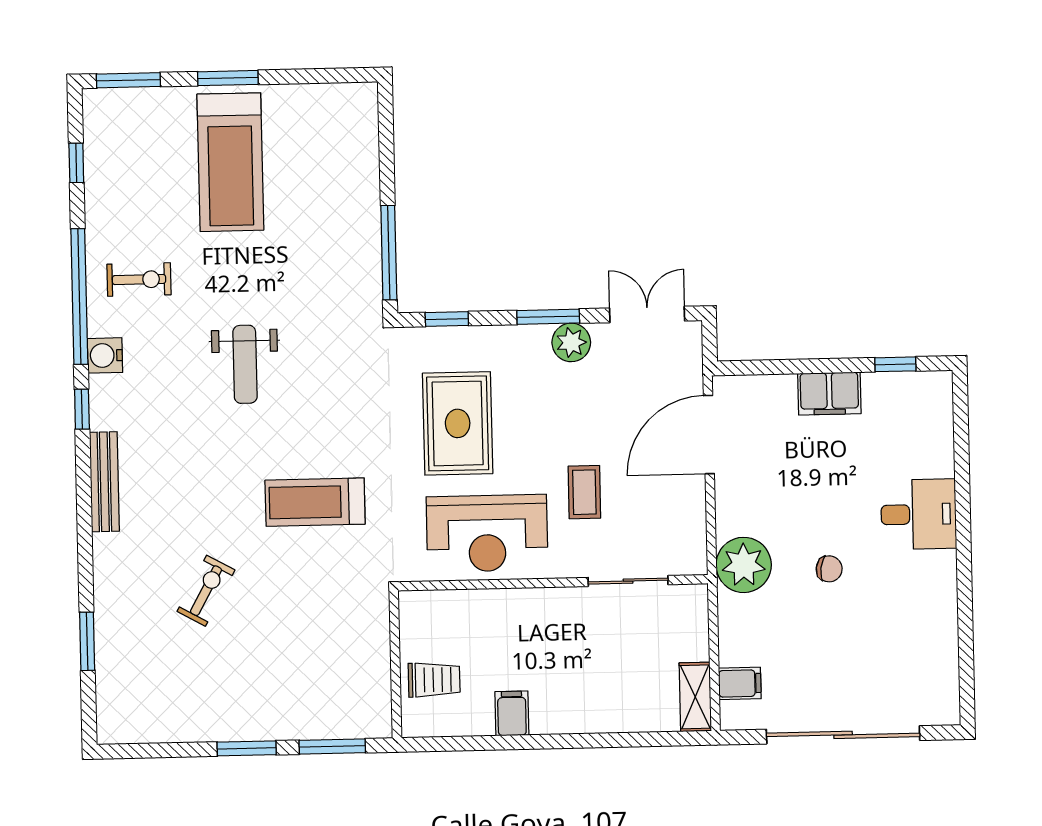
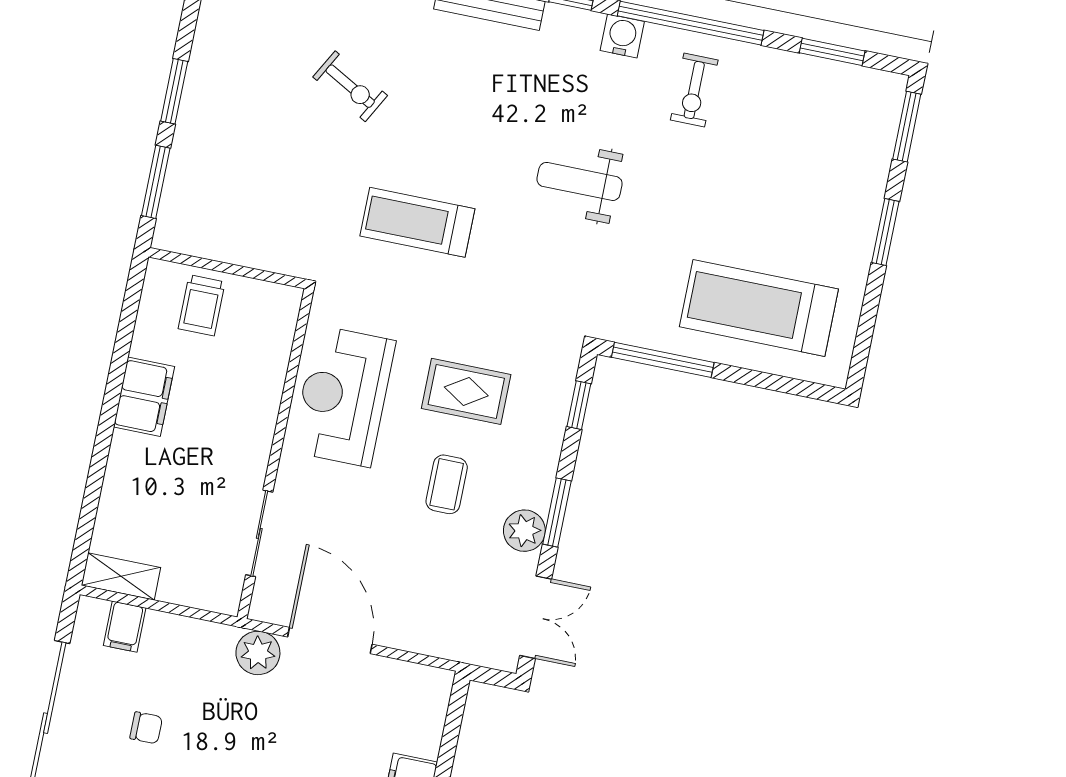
treadmill: (230, 162) -> (759, 308), moved
window: (76, 163) -> (832, 52), width x1.50
rug: (458, 423) -> (466, 391), width x0.73, depth x0.70
door: (709, 435) -> (330, 641), moved
coffee table: (584, 492) -> (447, 484), moved, turned 90
treadmill: (315, 502) -> (417, 222), turned -90
plant: (744, 565) -> (258, 653), width x0.73, depth x0.73
chair: (829, 569) -> (146, 728), moved, turned -98
filing cabinet: (512, 713) -> (144, 397), width x2.00

